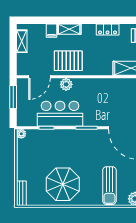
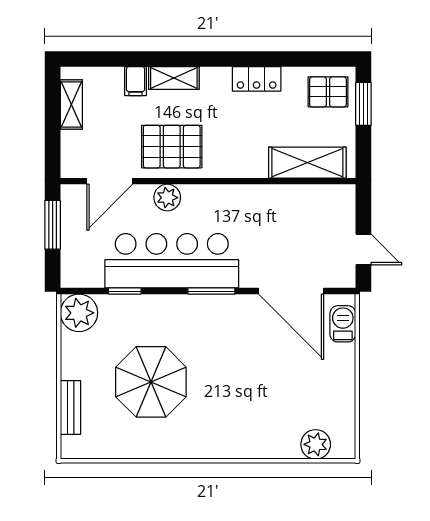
bar counter: (60, 114) -> (172, 261), width x1.36
plant: (21, 134) -> (79, 313), width x1.87, depth x1.87
parasol: (63, 184) -> (151, 382), moved
sun lounger: (109, 186) -> (261, 416), removed
bench: (21, 193) -> (70, 407), moved

